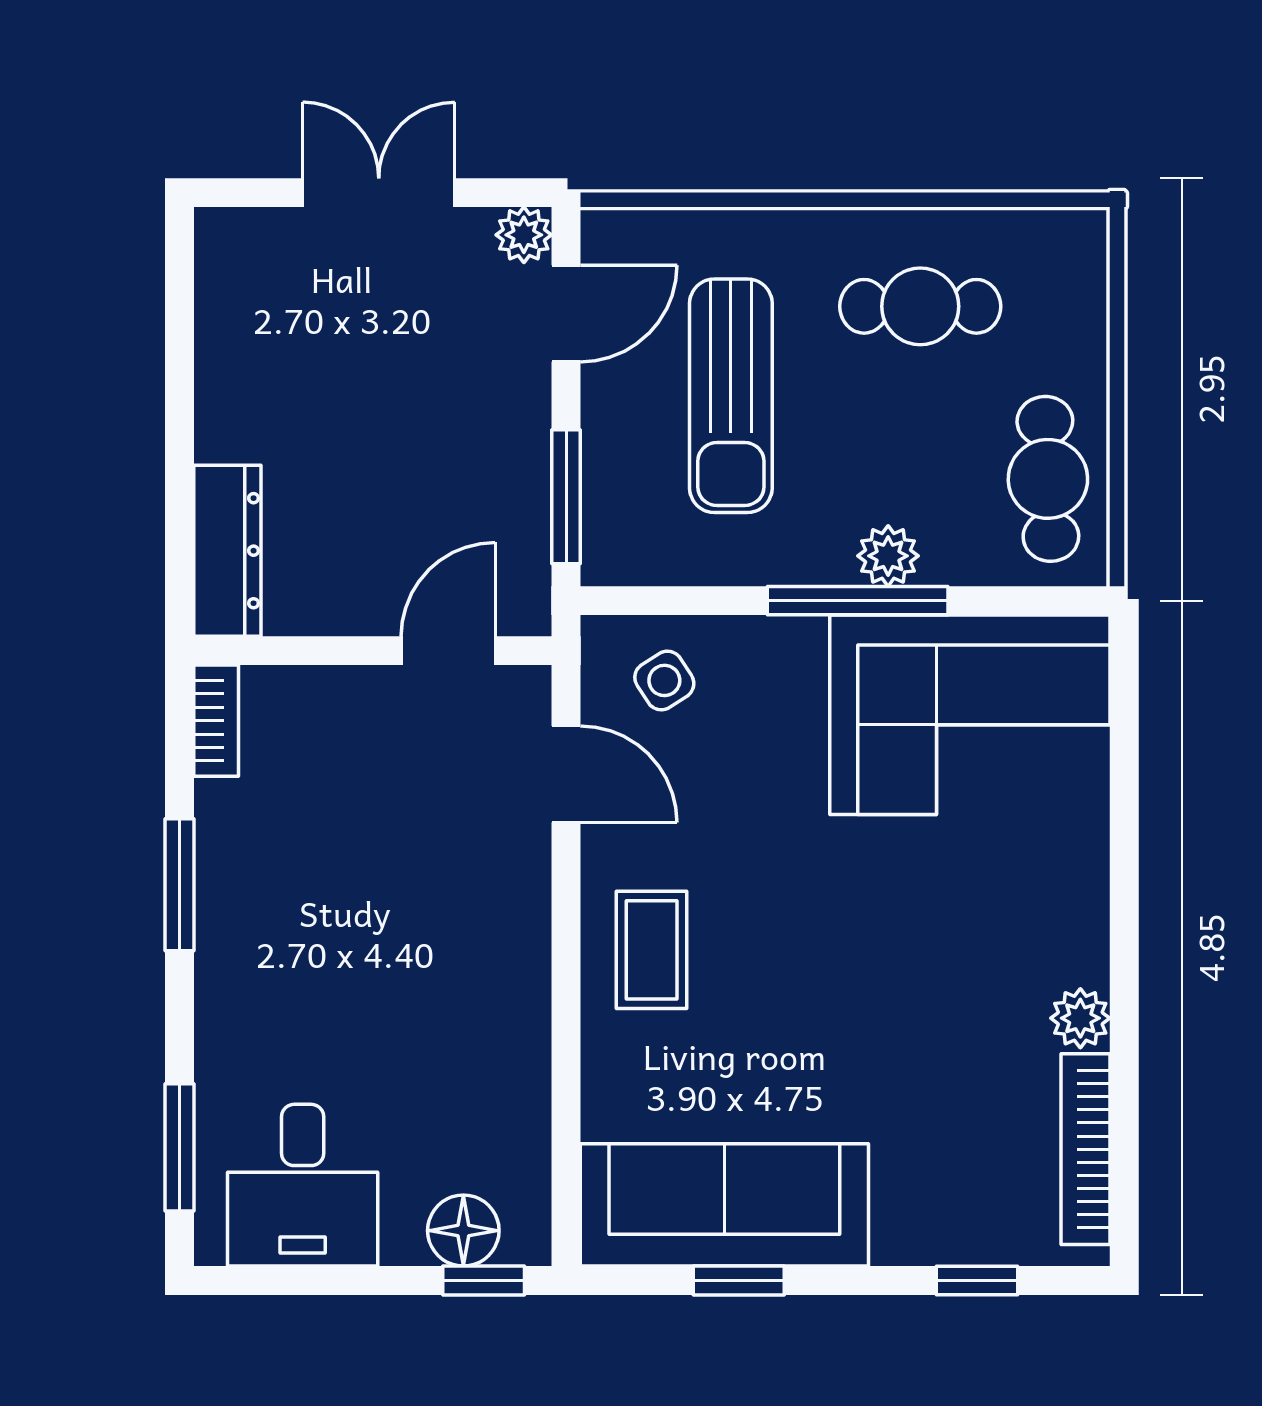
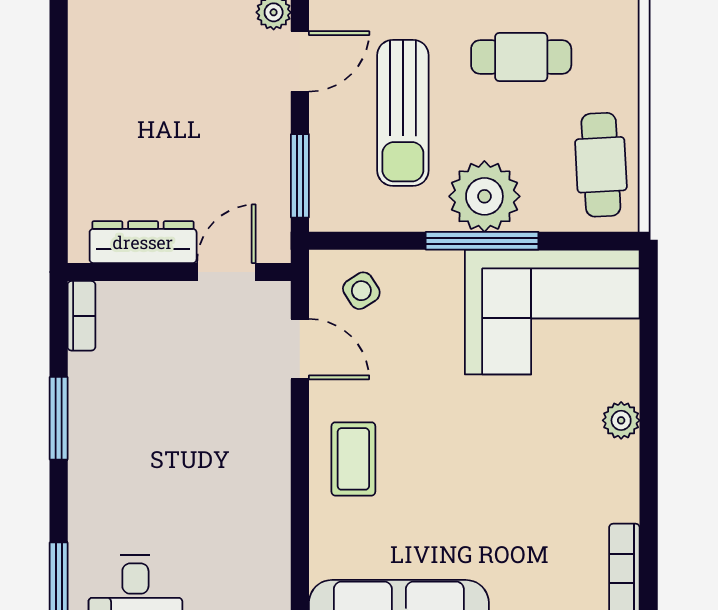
dresser: (227, 551) -> (143, 242), moved, turned -90
plant: (888, 556) -> (484, 196), width x1.87, depth x1.87
plant: (1080, 1018) -> (621, 420), moved

